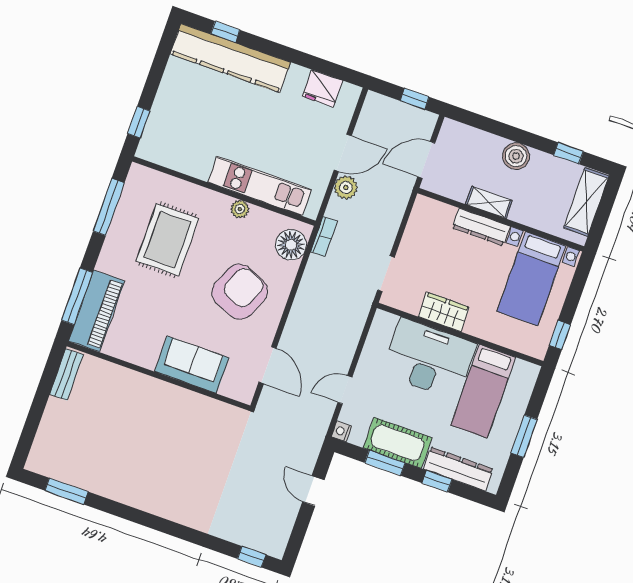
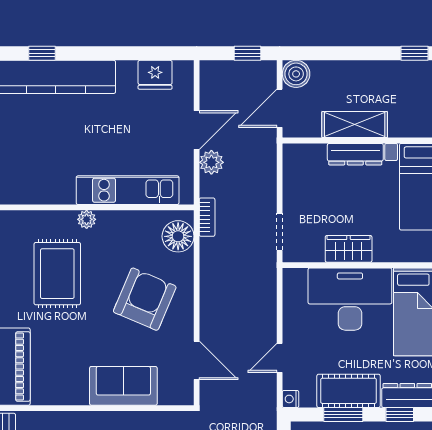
boiler: (516, 156) -> (296, 74), moved
shelving: (489, 202) -> (355, 125), width x1.50, depth x1.33
plant: (240, 209) -> (87, 219), moved

